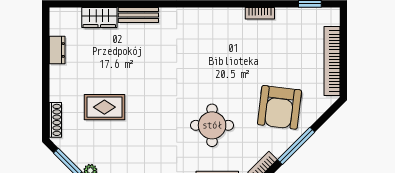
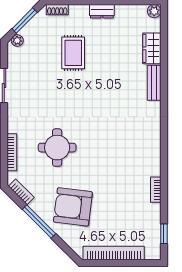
plant: (57, 15) -> (154, 11), added
dresser: (57, 50) -> (102, 11), moved
shoe rack: (55, 120) -> (57, 10), width x0.70

